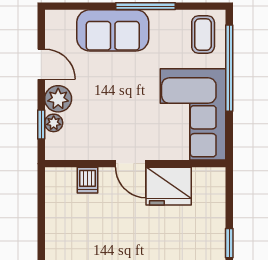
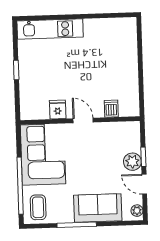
plant: (54, 123) -> (137, 211), moved
window: (41, 125) -> (143, 157), moved
fridge: (169, 186) -> (58, 110), width x0.53, depth x0.75

